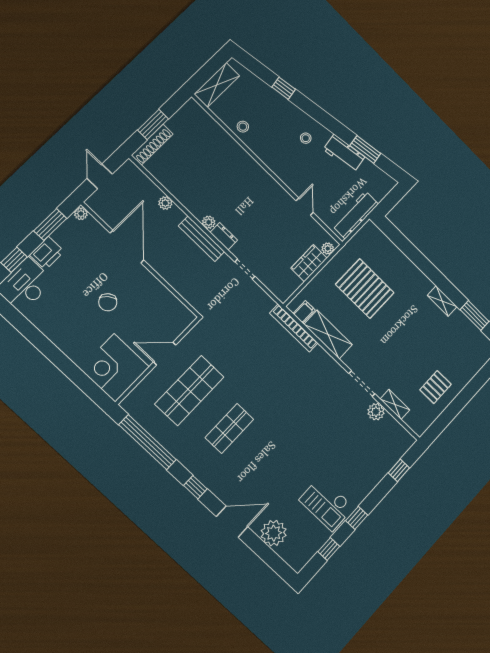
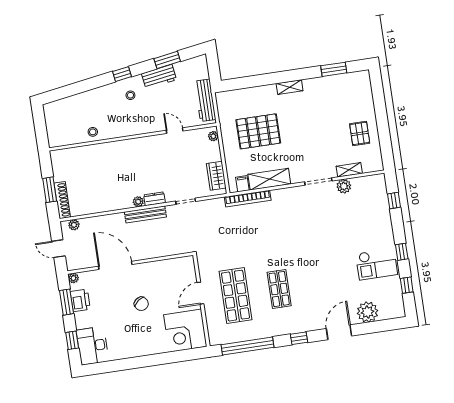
shelving: (217, 85) -> (53, 128), removed
window: (284, 88) -> (122, 74), moved
plant: (165, 203) -> (74, 225), moved
printer: (47, 253) -> (80, 300), moved
wardrobe: (309, 263) -> (216, 176), moved
shelving: (442, 301) -> (290, 87), moved

